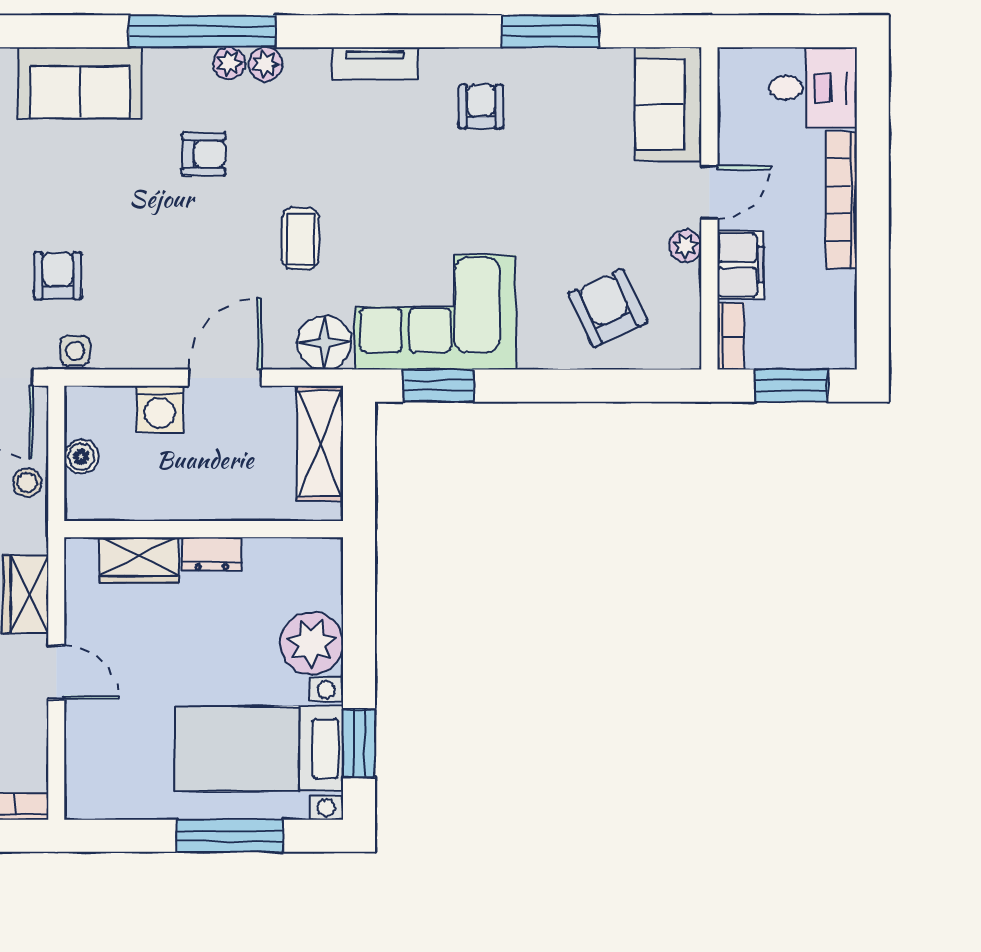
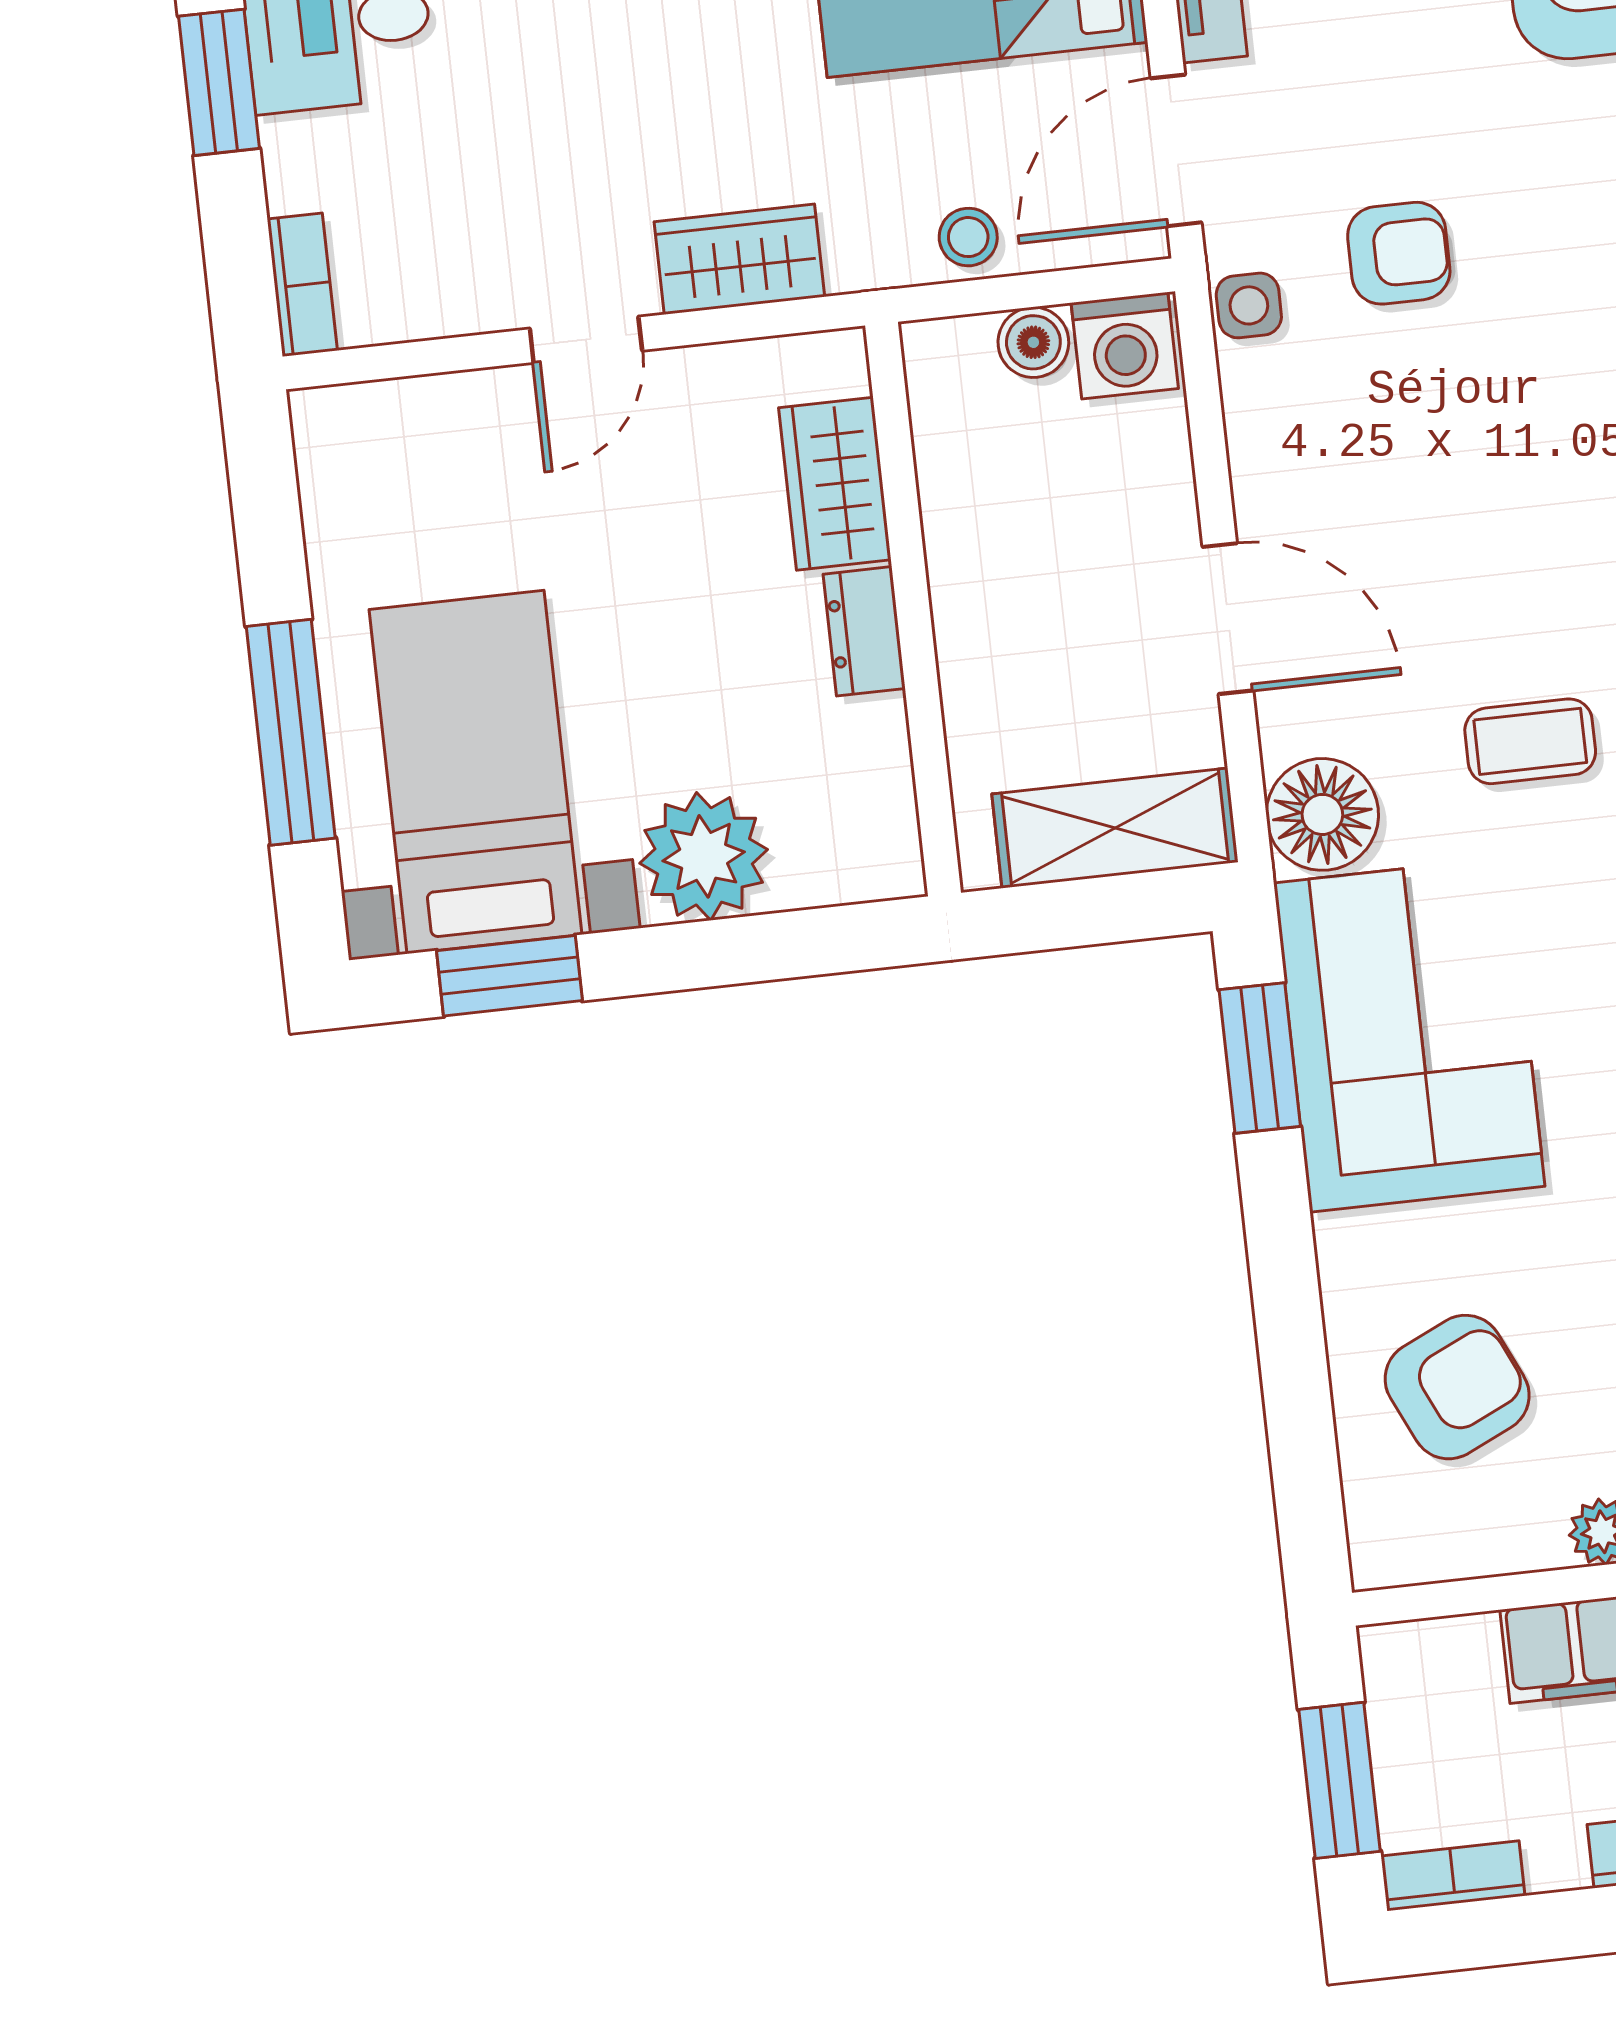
bookcase: (731, 336) -> (1453, 1876), moved, turned 180
washing machine: (160, 409) -> (1125, 346), moved, turned -90

